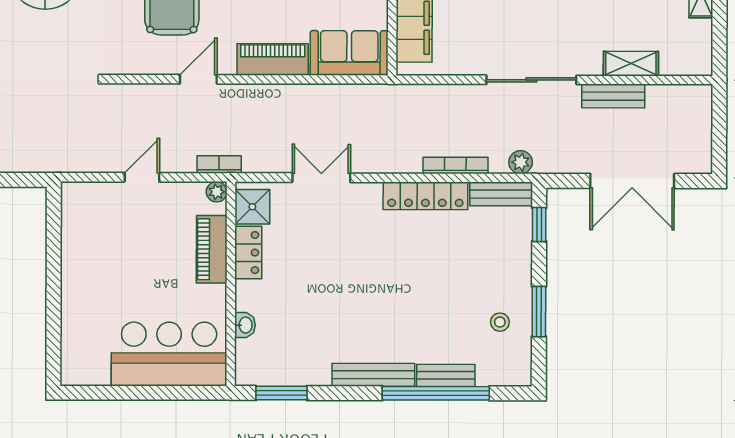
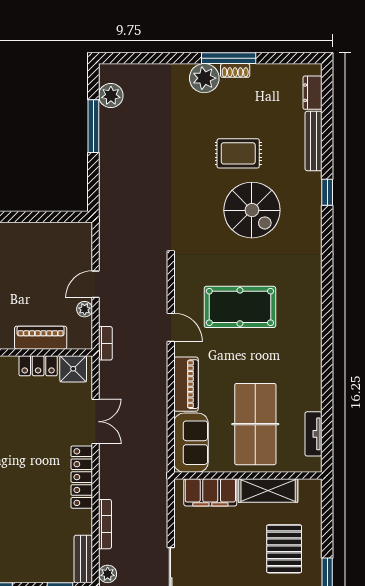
door: (142, 177) -> (96, 284), swing flipped
plant: (217, 192) -> (85, 309), moved
locker: (425, 196) -> (82, 477), moved

